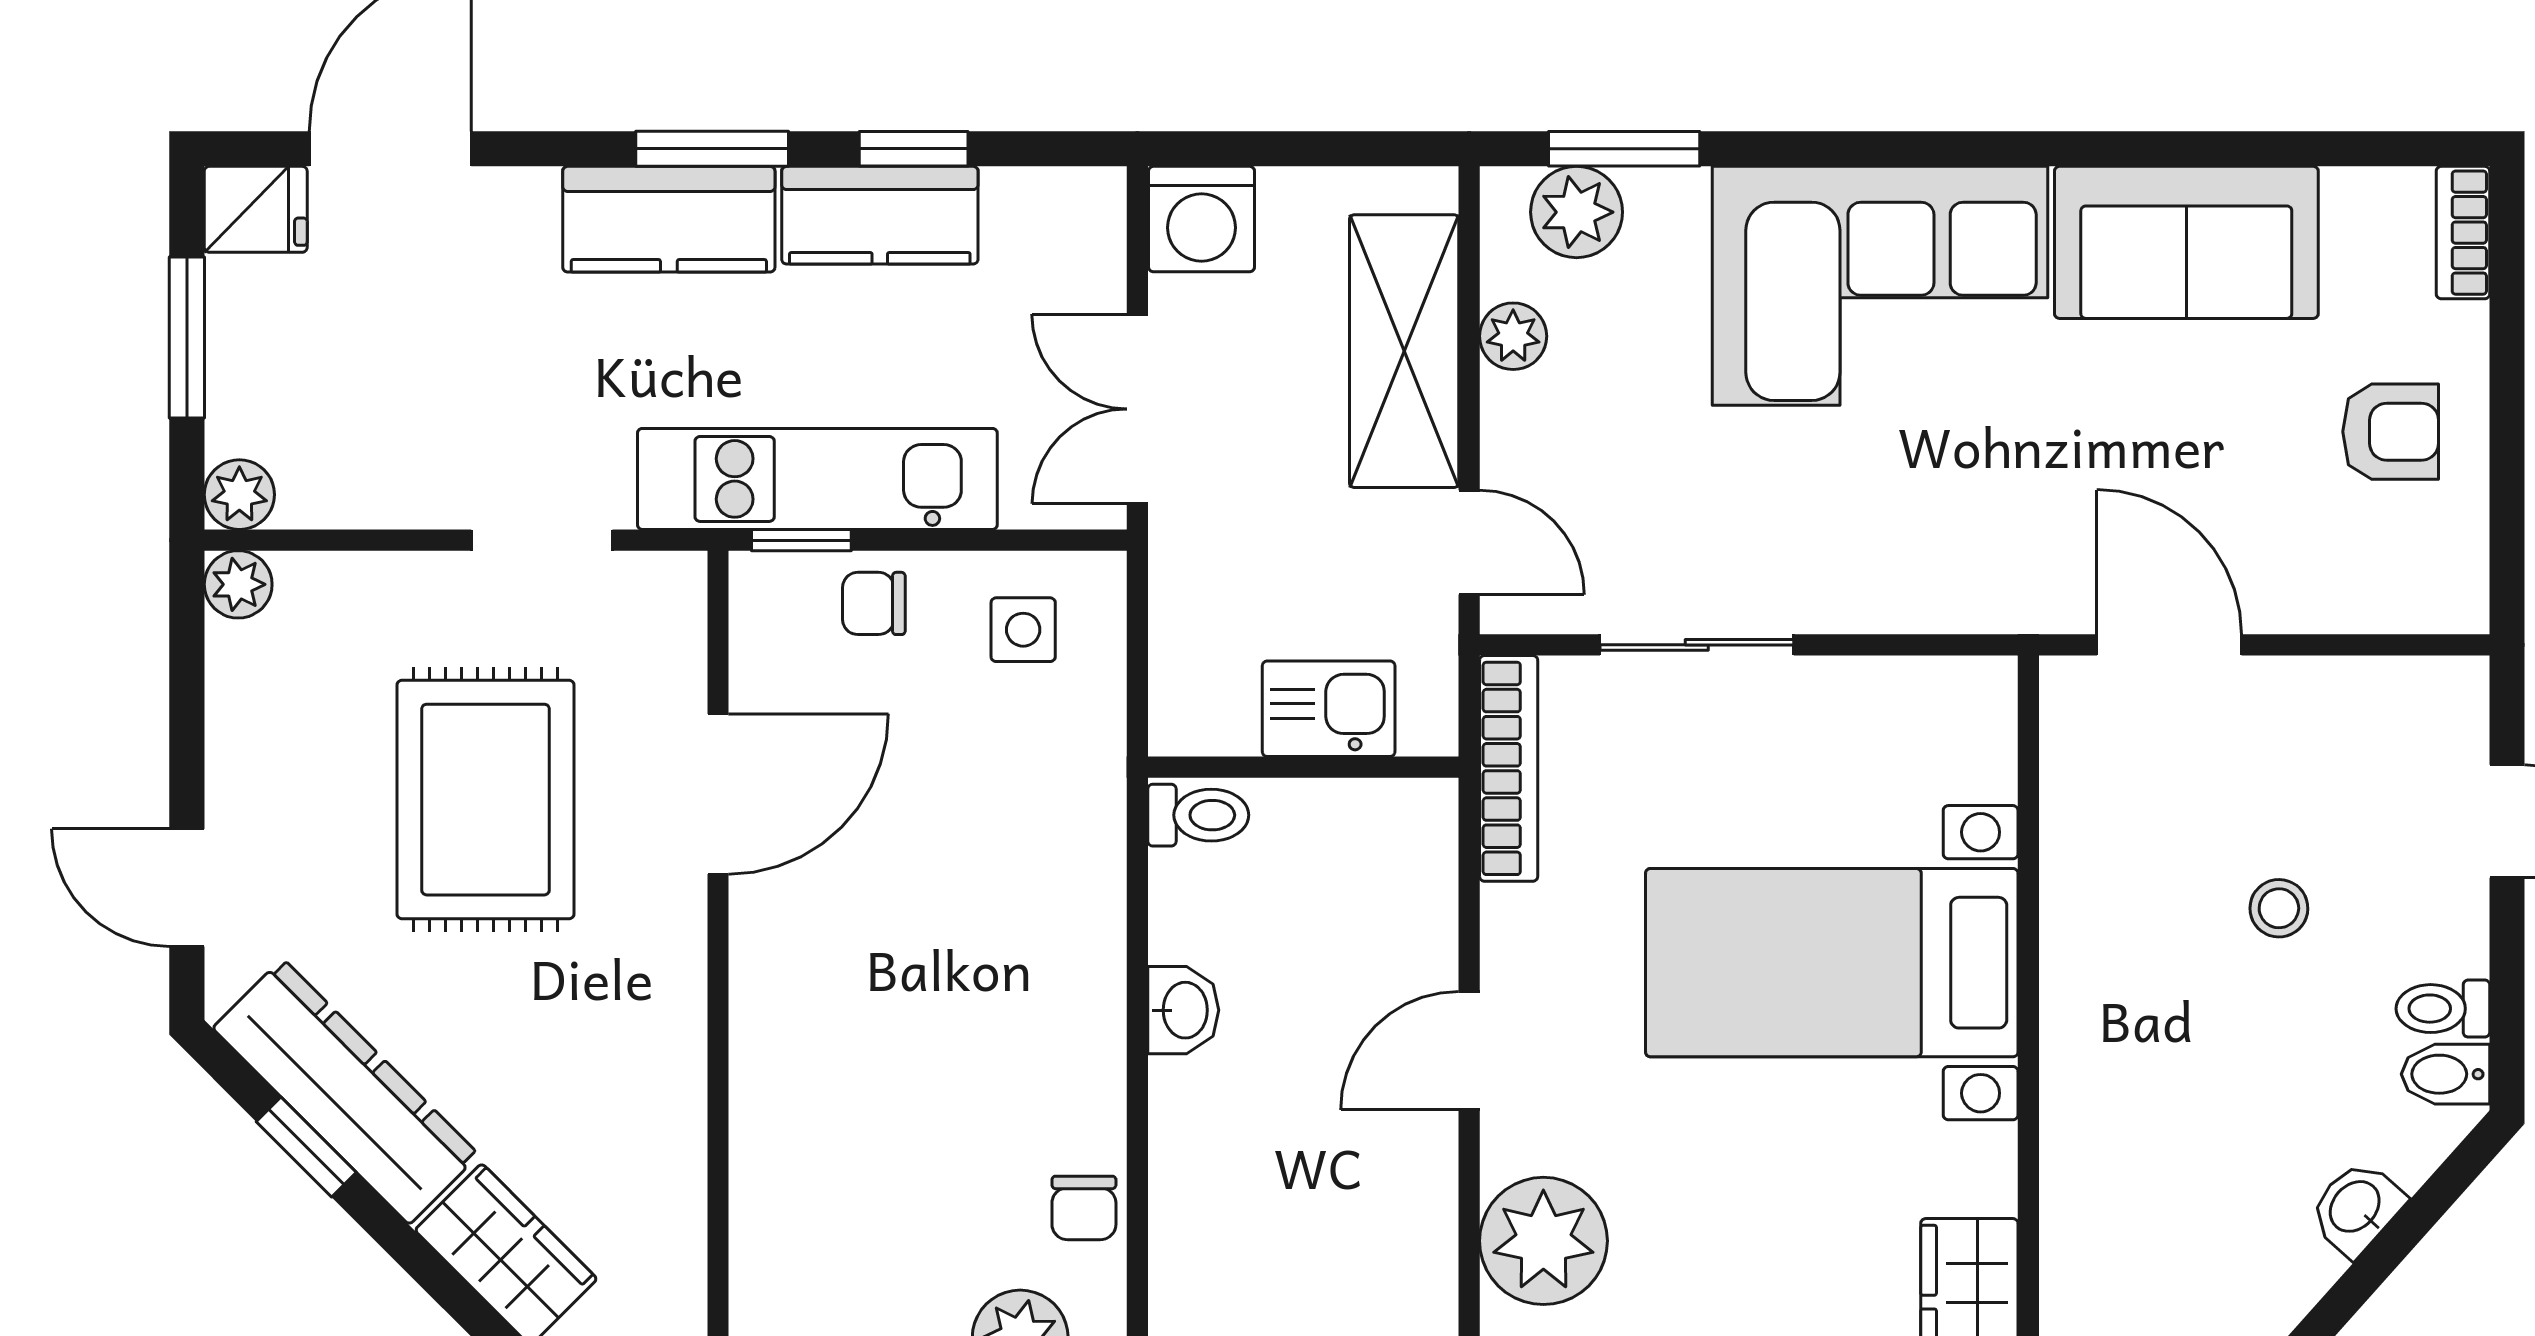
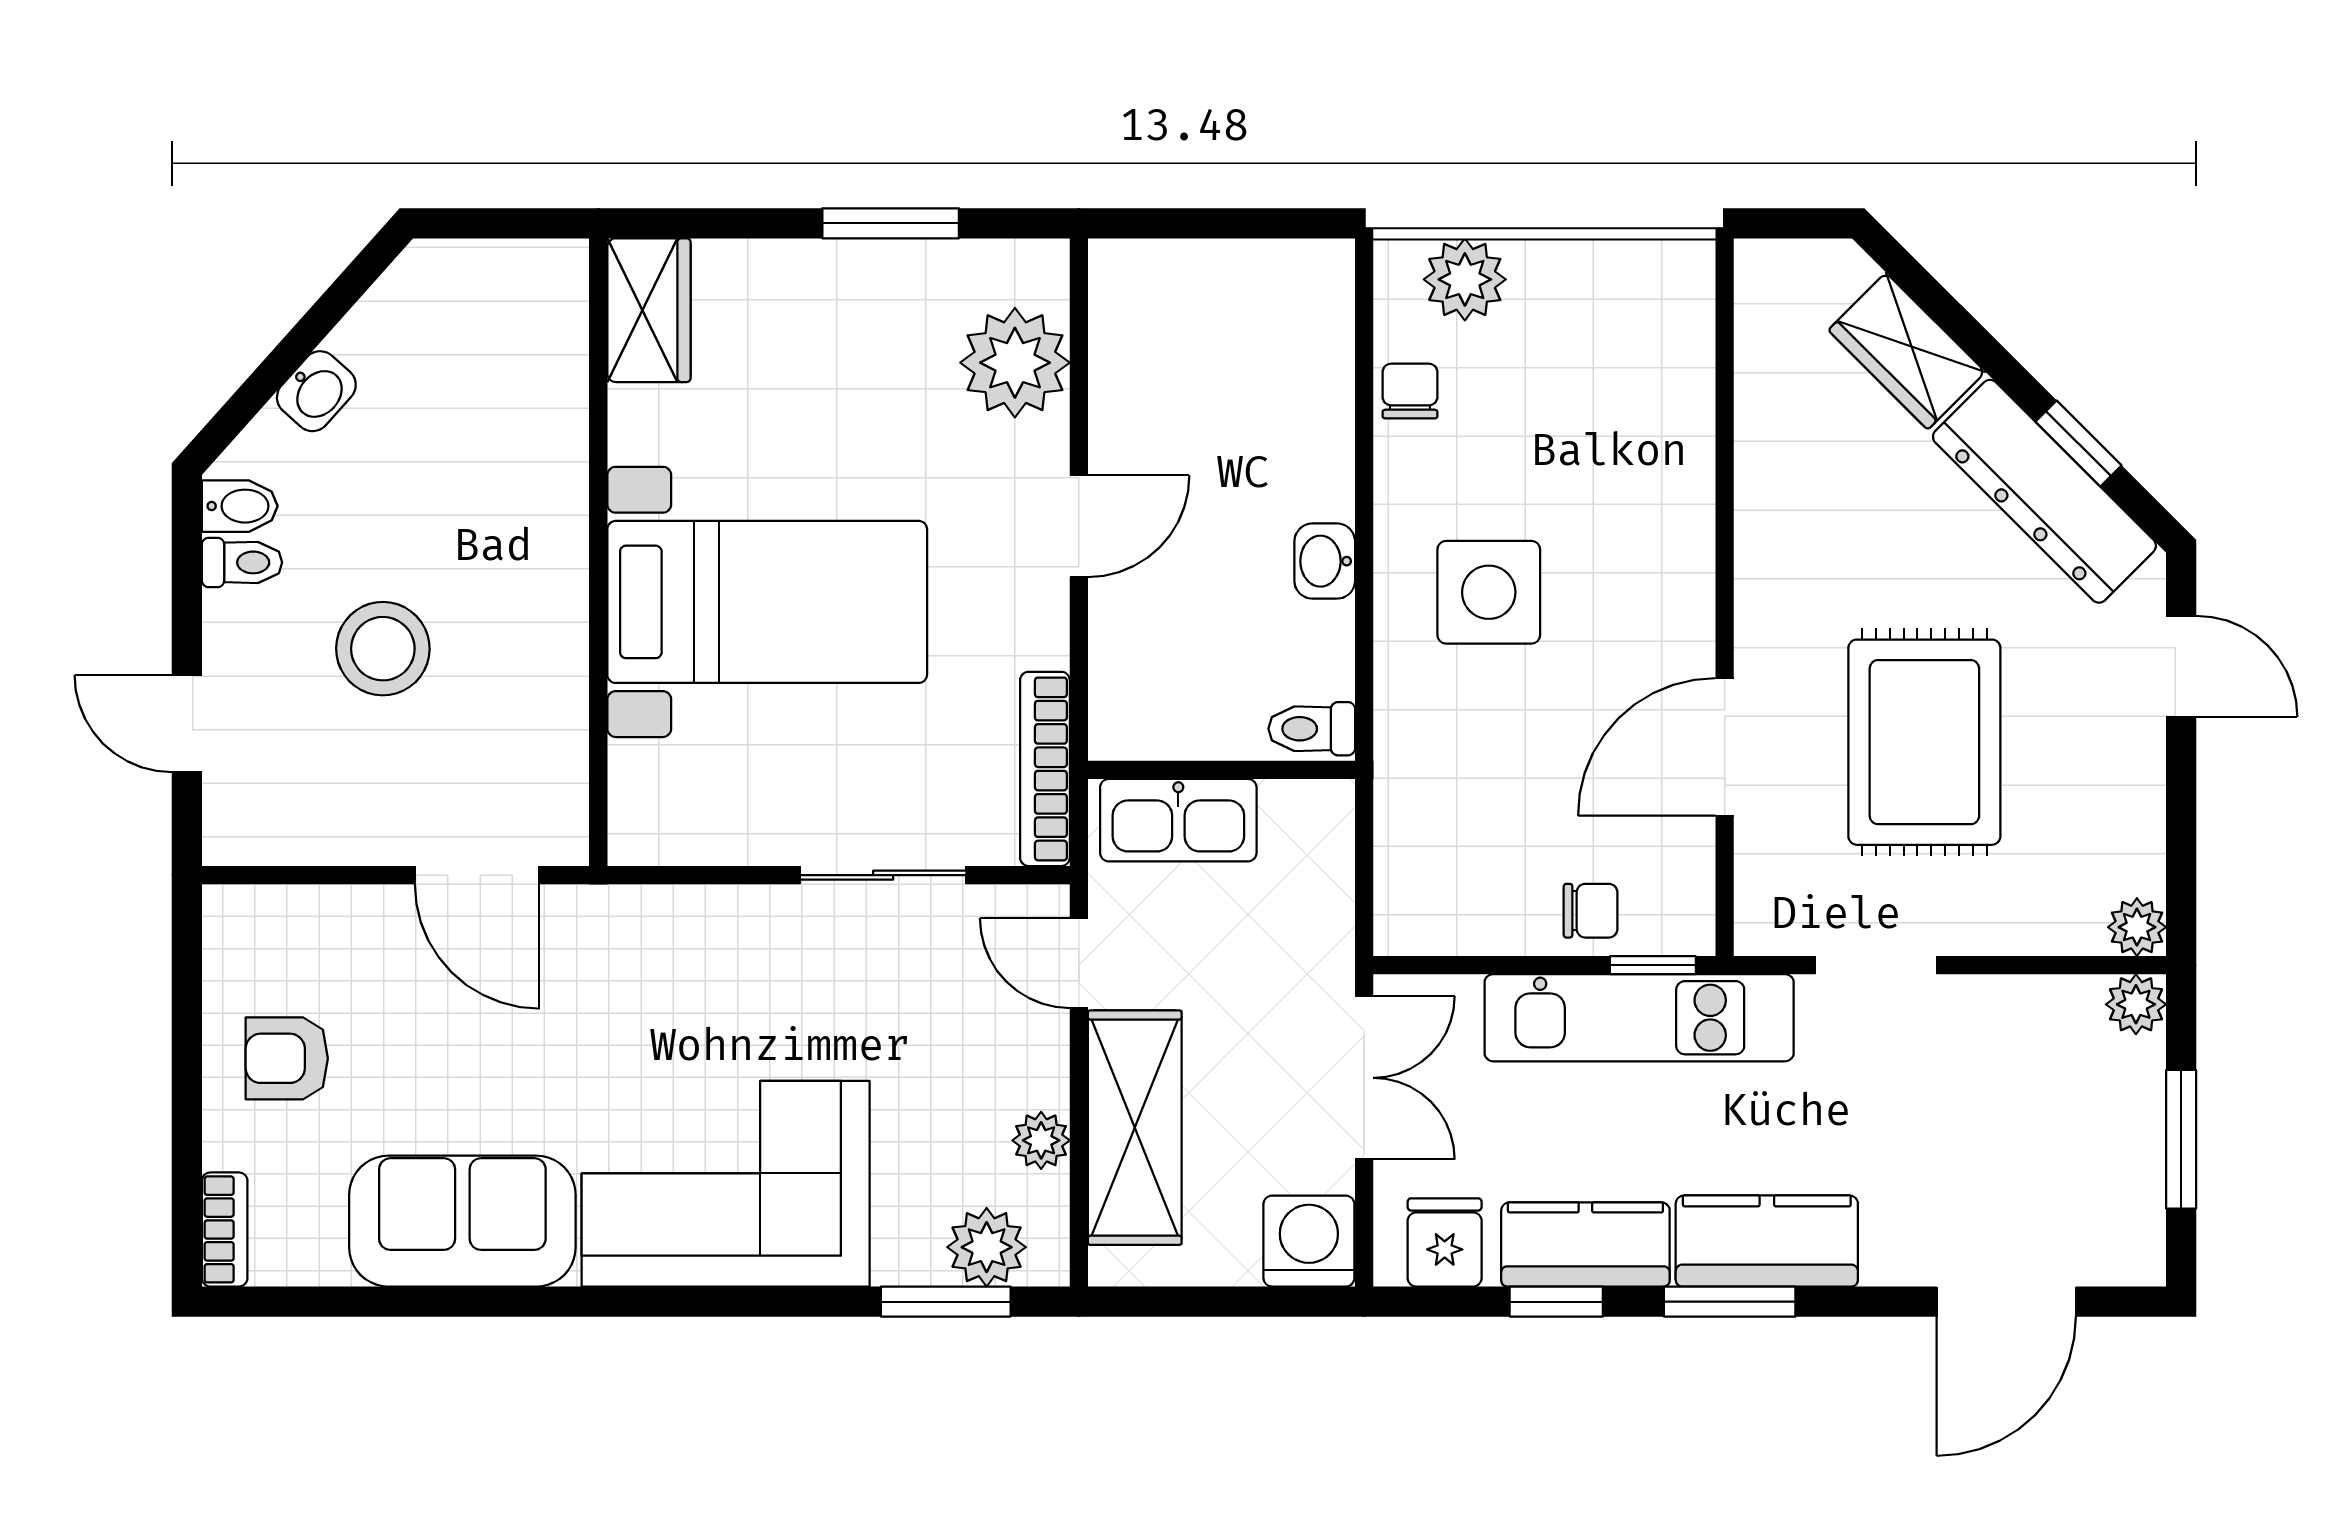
fridge: (256, 209) -> (1445, 1242), moved, turned 90
side table: (1023, 630) -> (1489, 592), moved, width x1.87, depth x1.87
kitchen sink: (1329, 709) -> (1178, 820), width x1.38
stool: (2279, 908) -> (383, 649), width x1.89, depth x1.89

